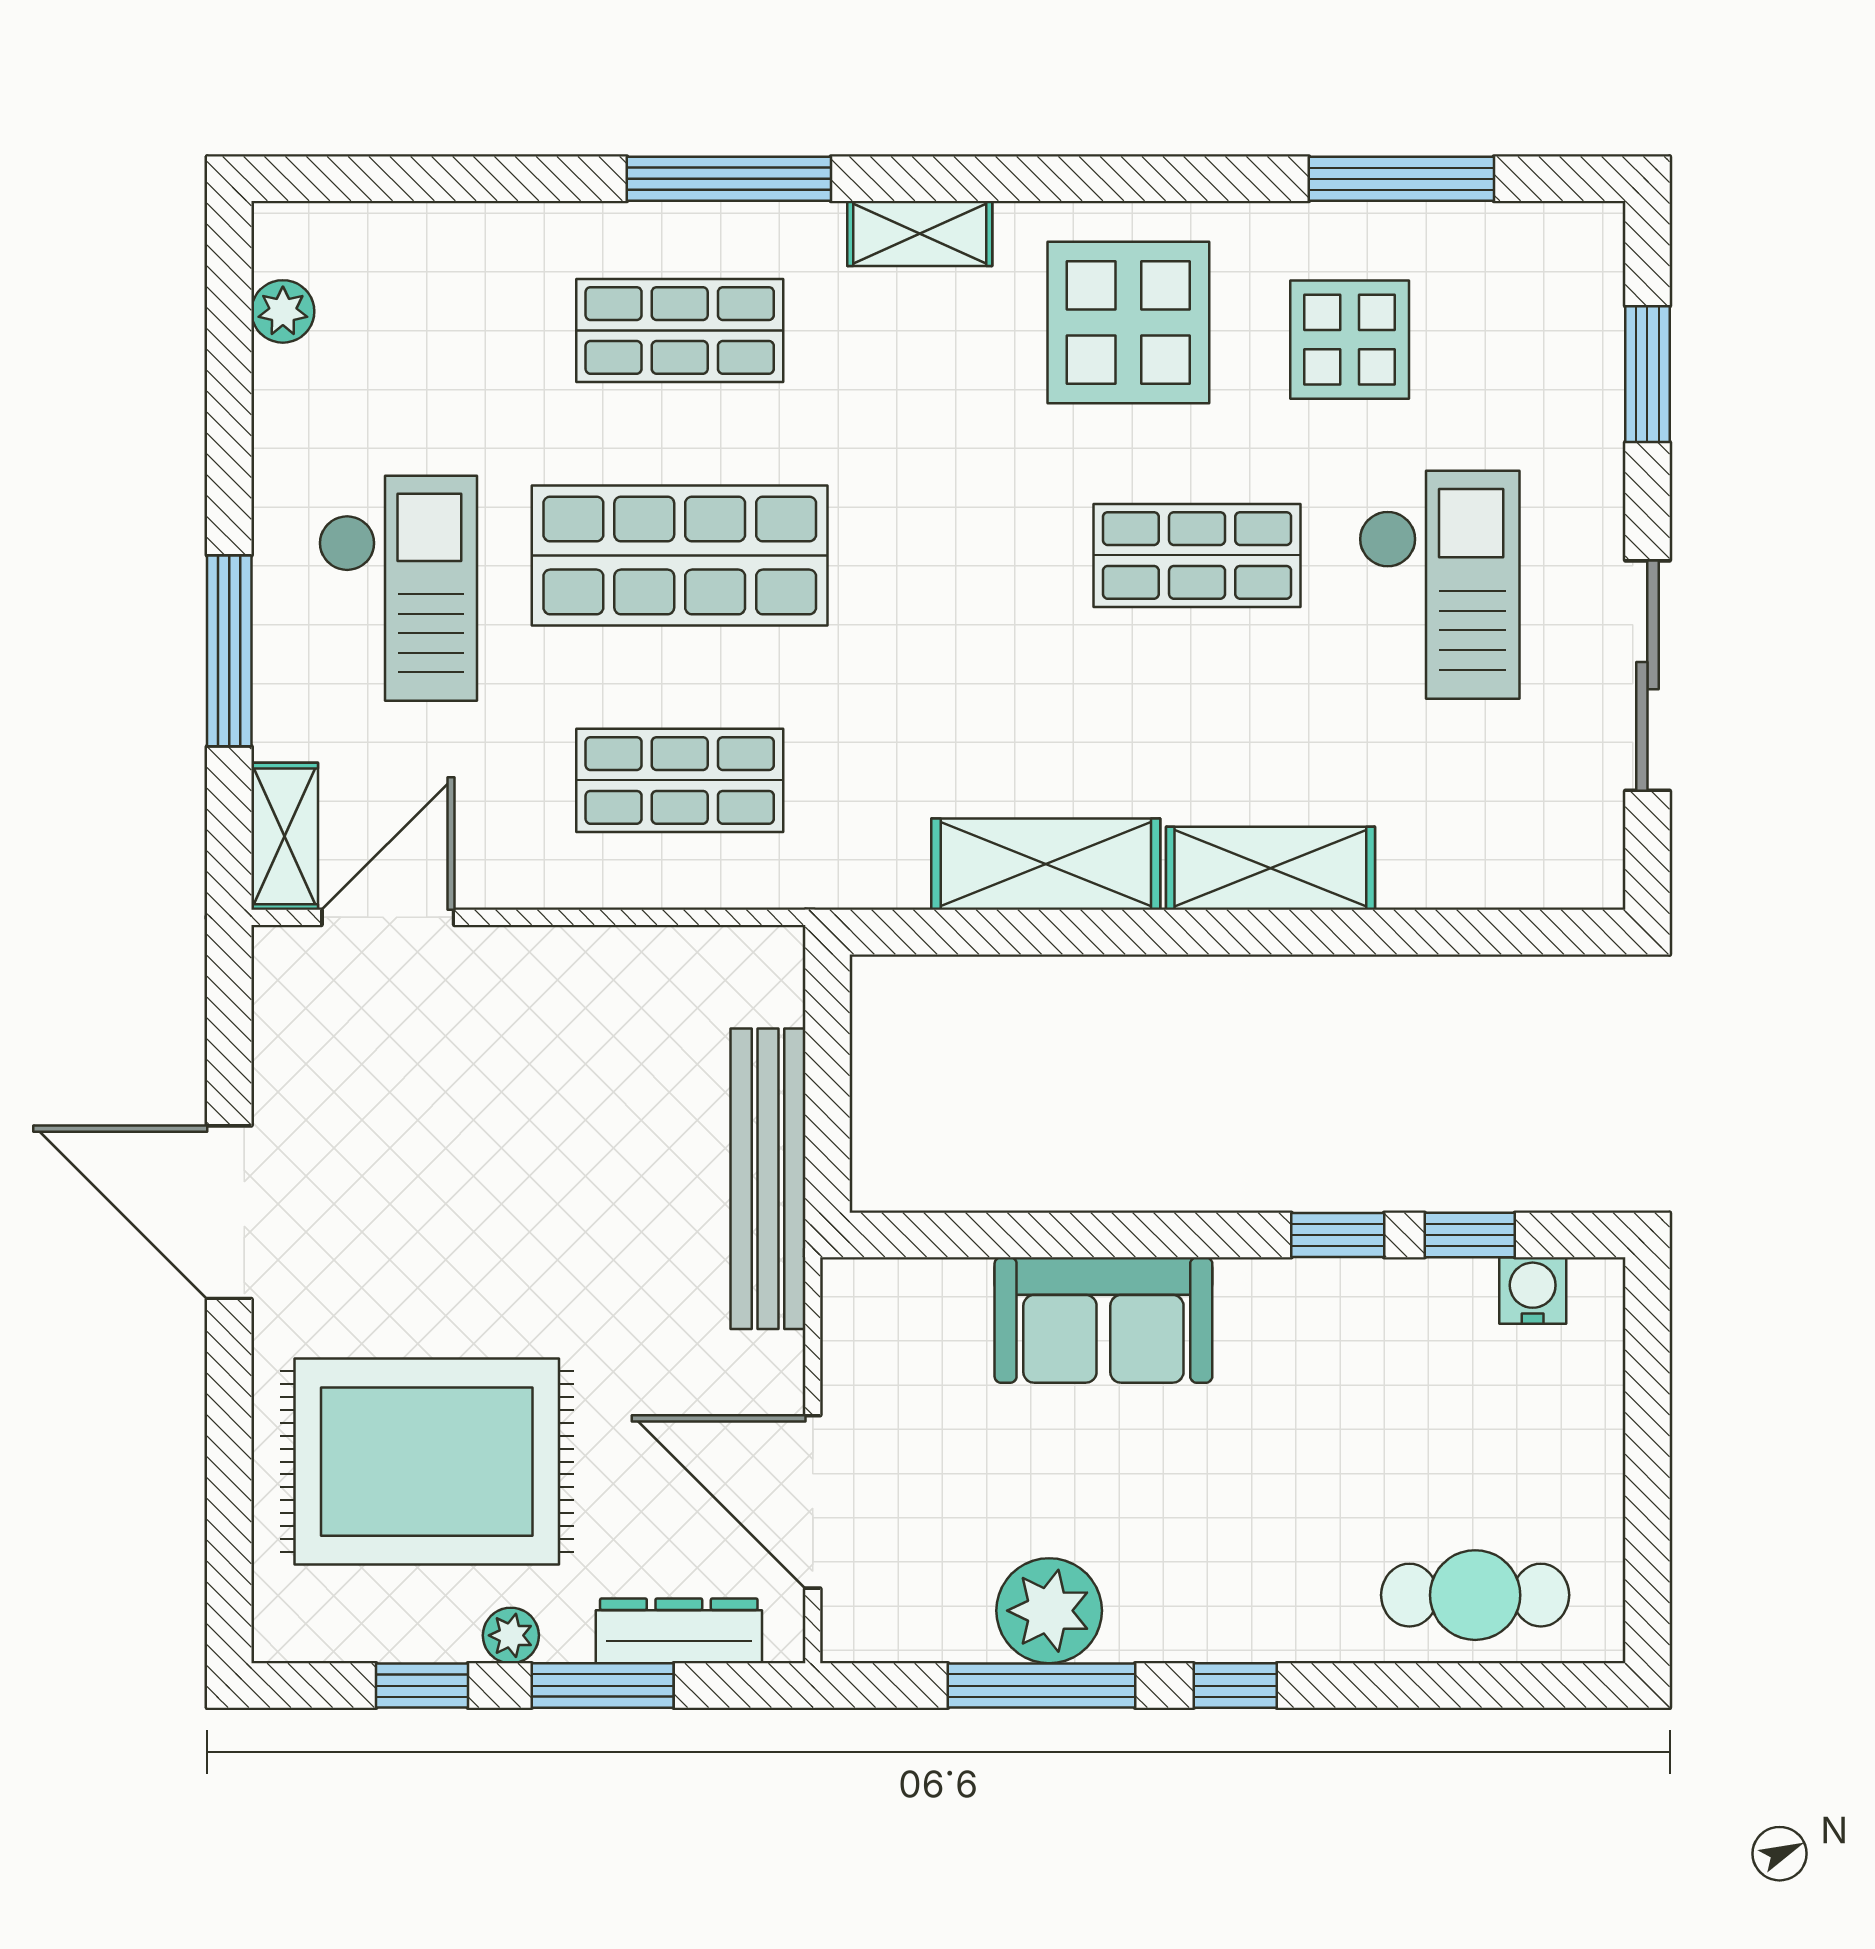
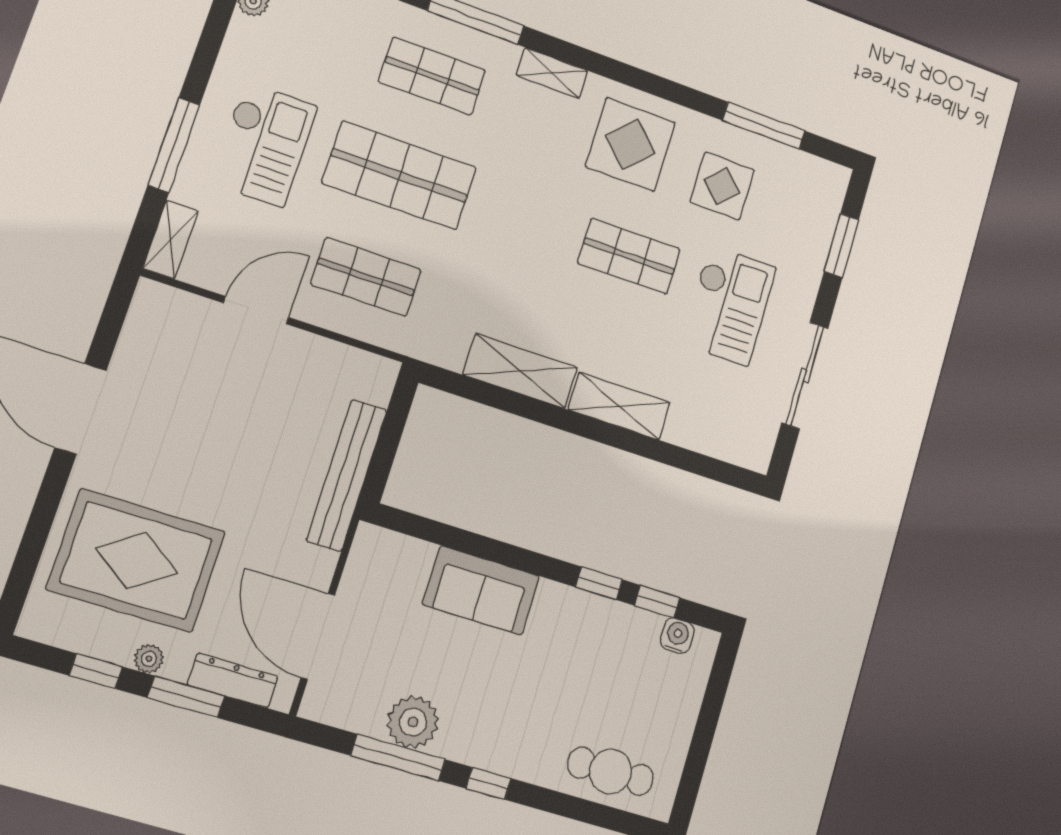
door: (388, 917) -> (256, 310), moved

